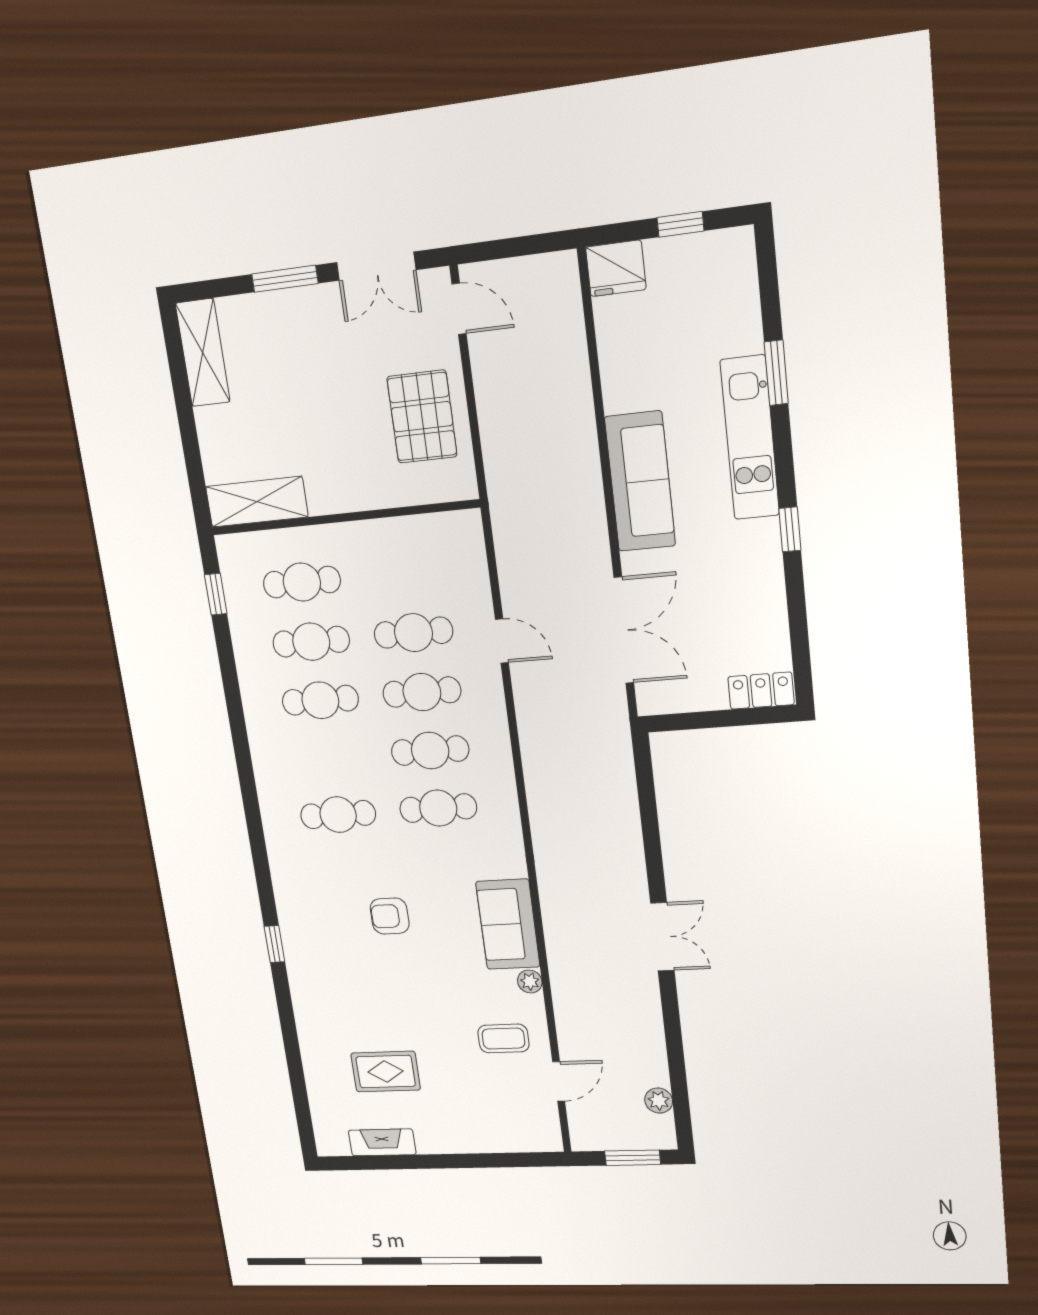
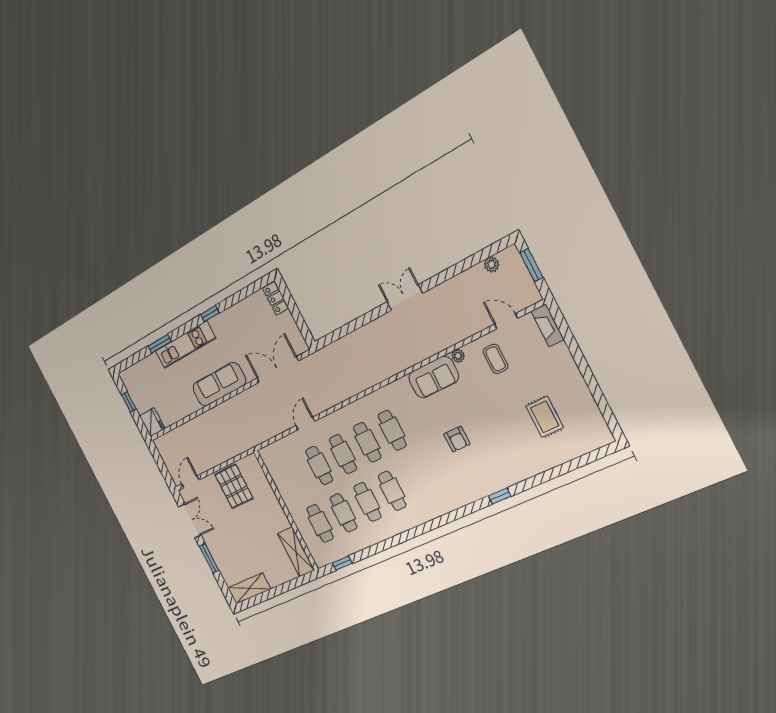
pallet: (422, 417) -> (234, 486), turned 90
cafe table: (338, 815) -> (392, 491), moved
fireplace: (382, 1142) -> (547, 325), moved

